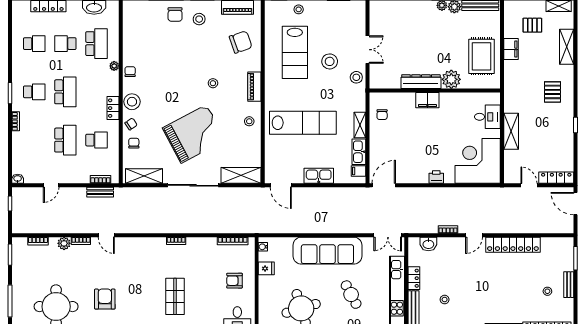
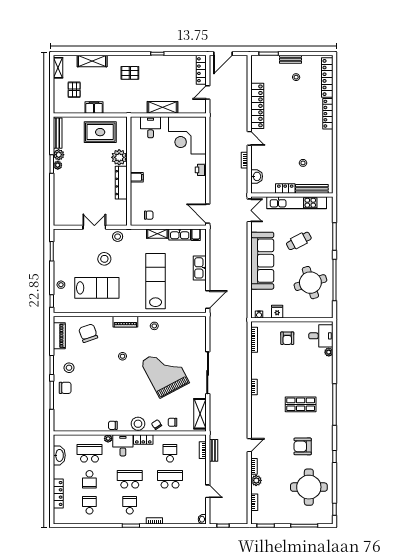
desk: (106, 84) -> (123, 445), added
filing cabinet: (427, 100) -> (137, 177), width x0.50
shelving: (241, 175) -> (199, 333), removed
shop shelf: (175, 296) -> (301, 404), moved

